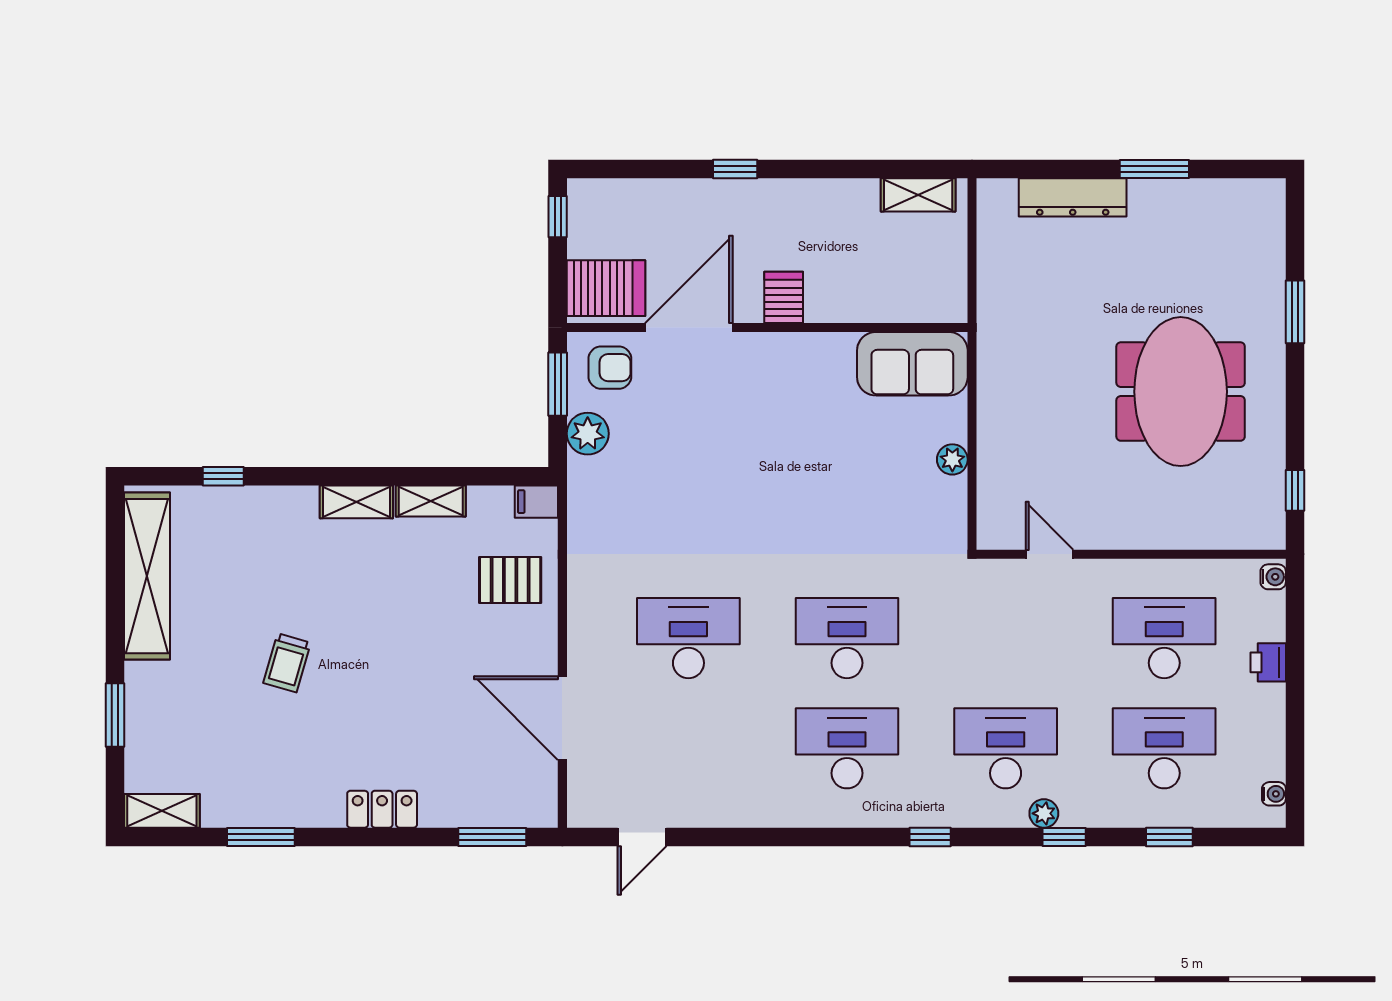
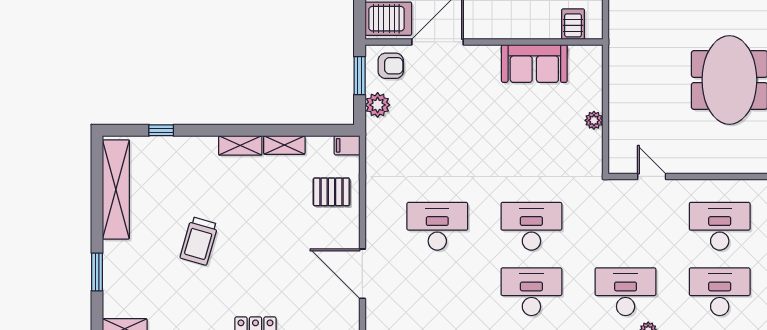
server rack: (784, 297) -> (573, 24), moved
sofa: (912, 364) -> (534, 64), moved
trolley: (287, 663) -> (199, 241), width x1.36, depth x1.39

